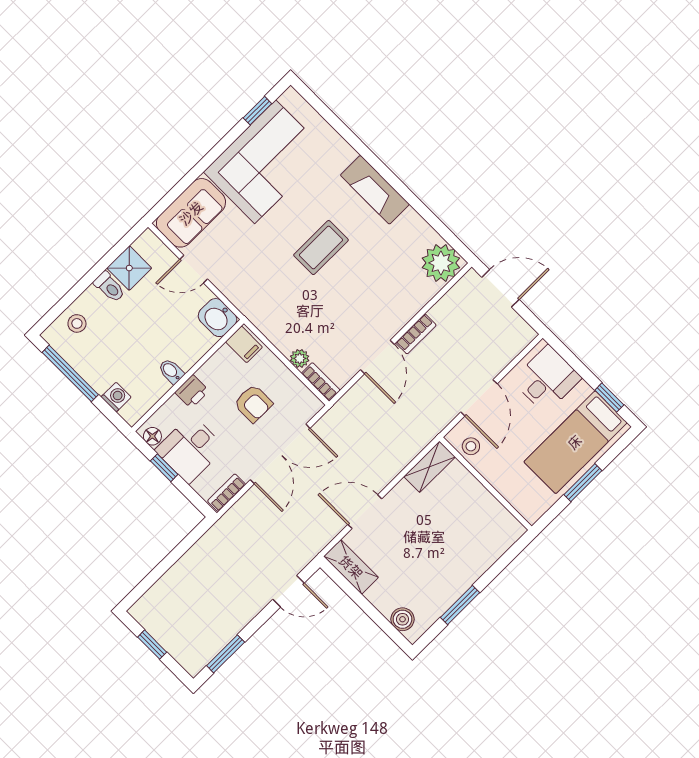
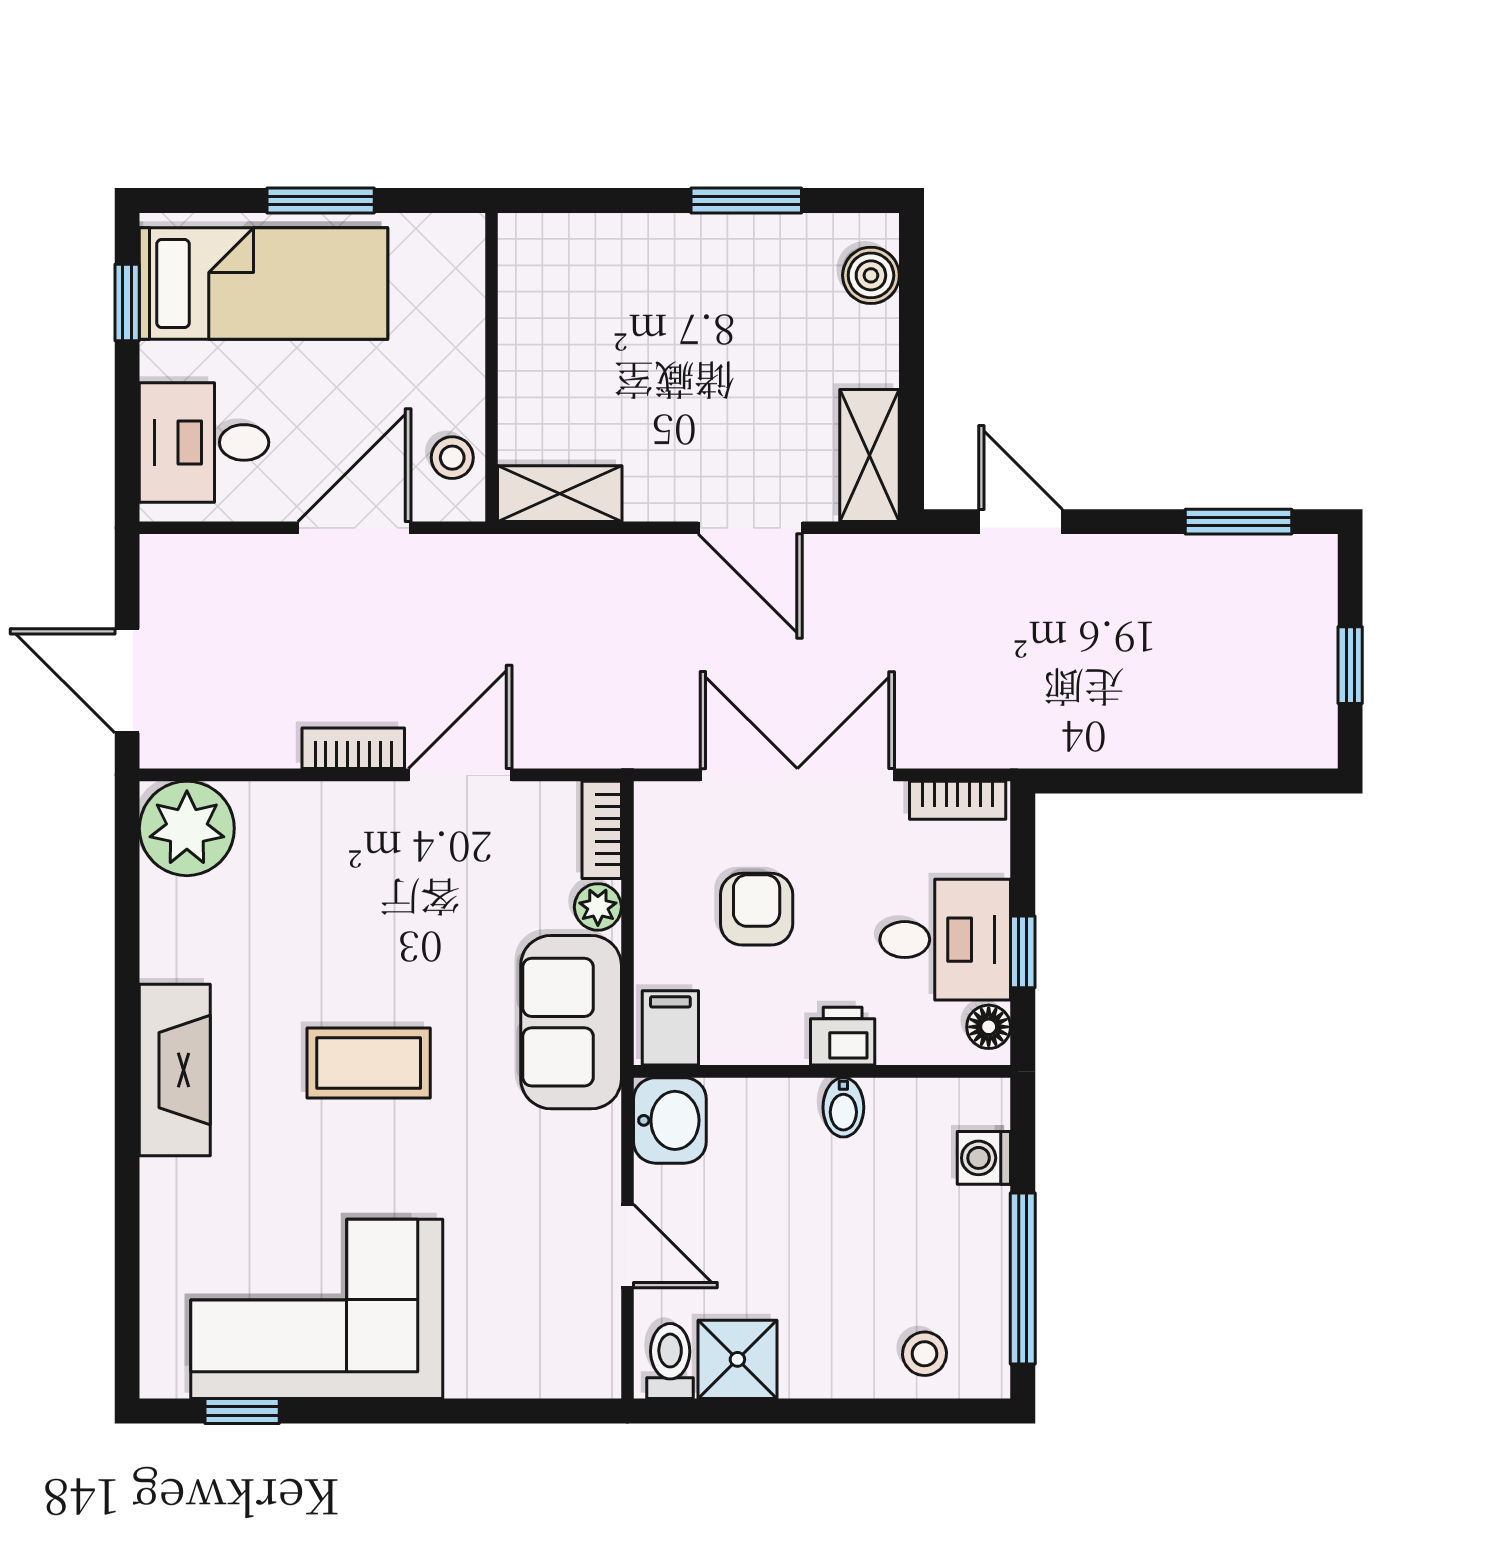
sofa: (191, 213) -> (571, 1022), moved, turned -90
toilet: (109, 287) -> (670, 1361), moved

